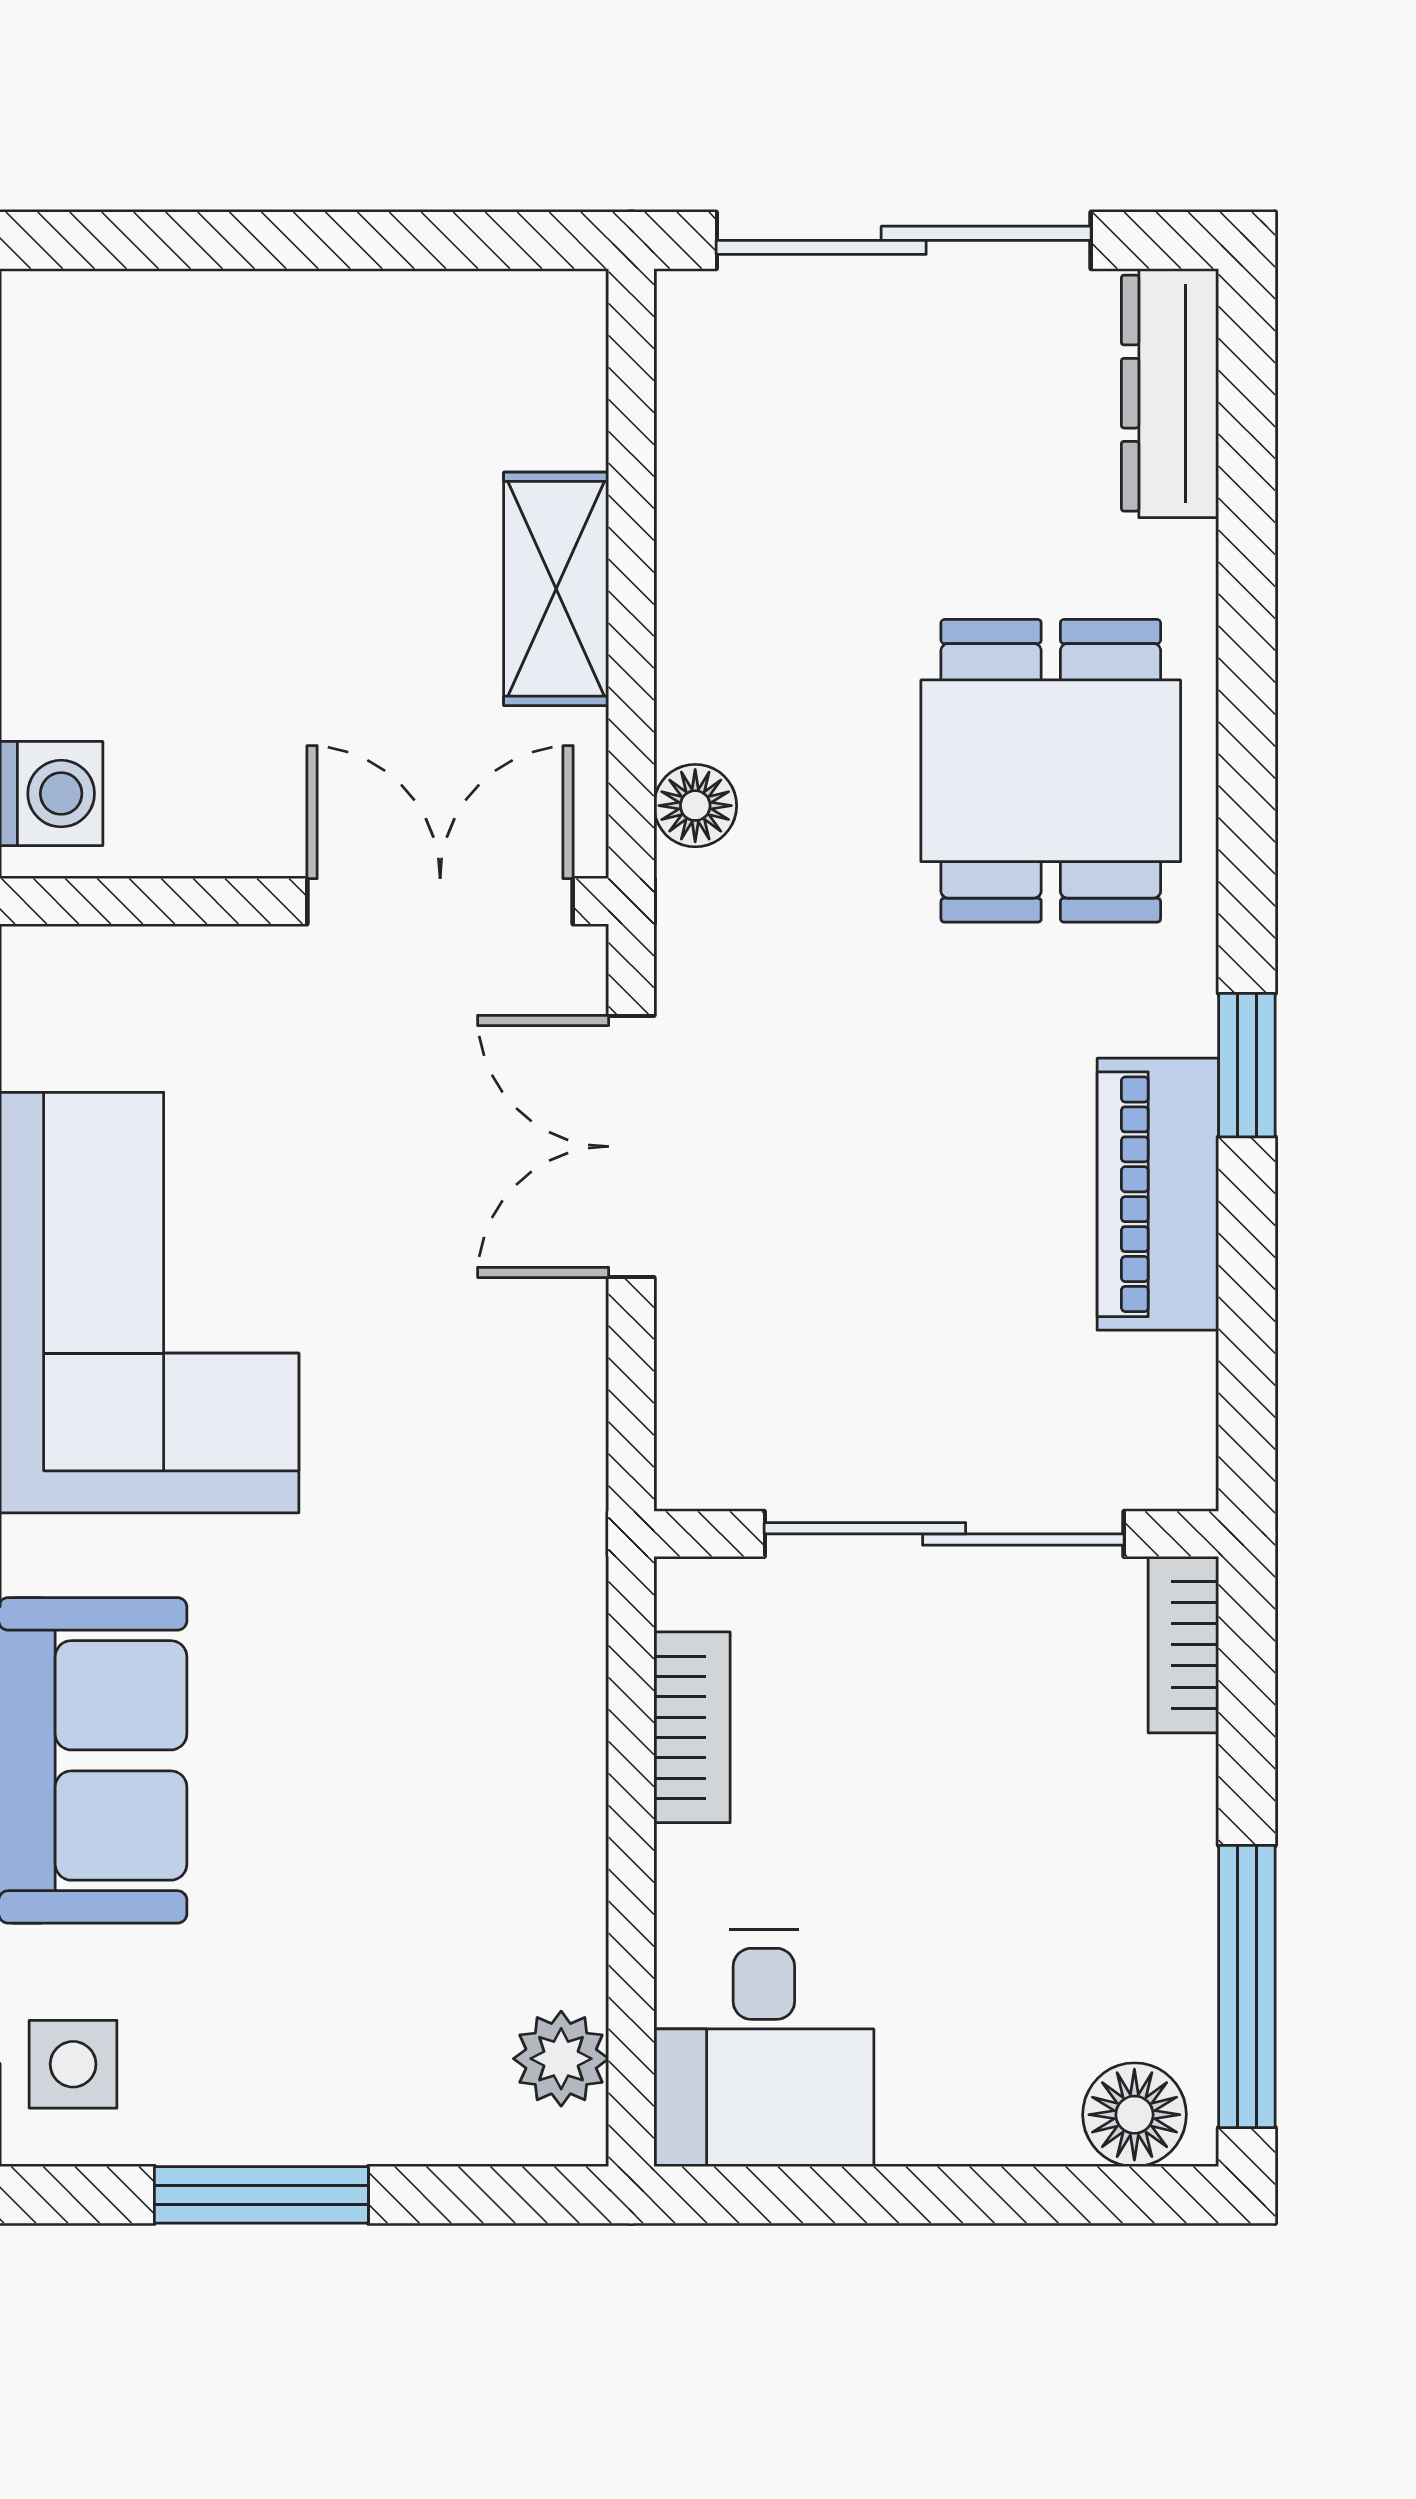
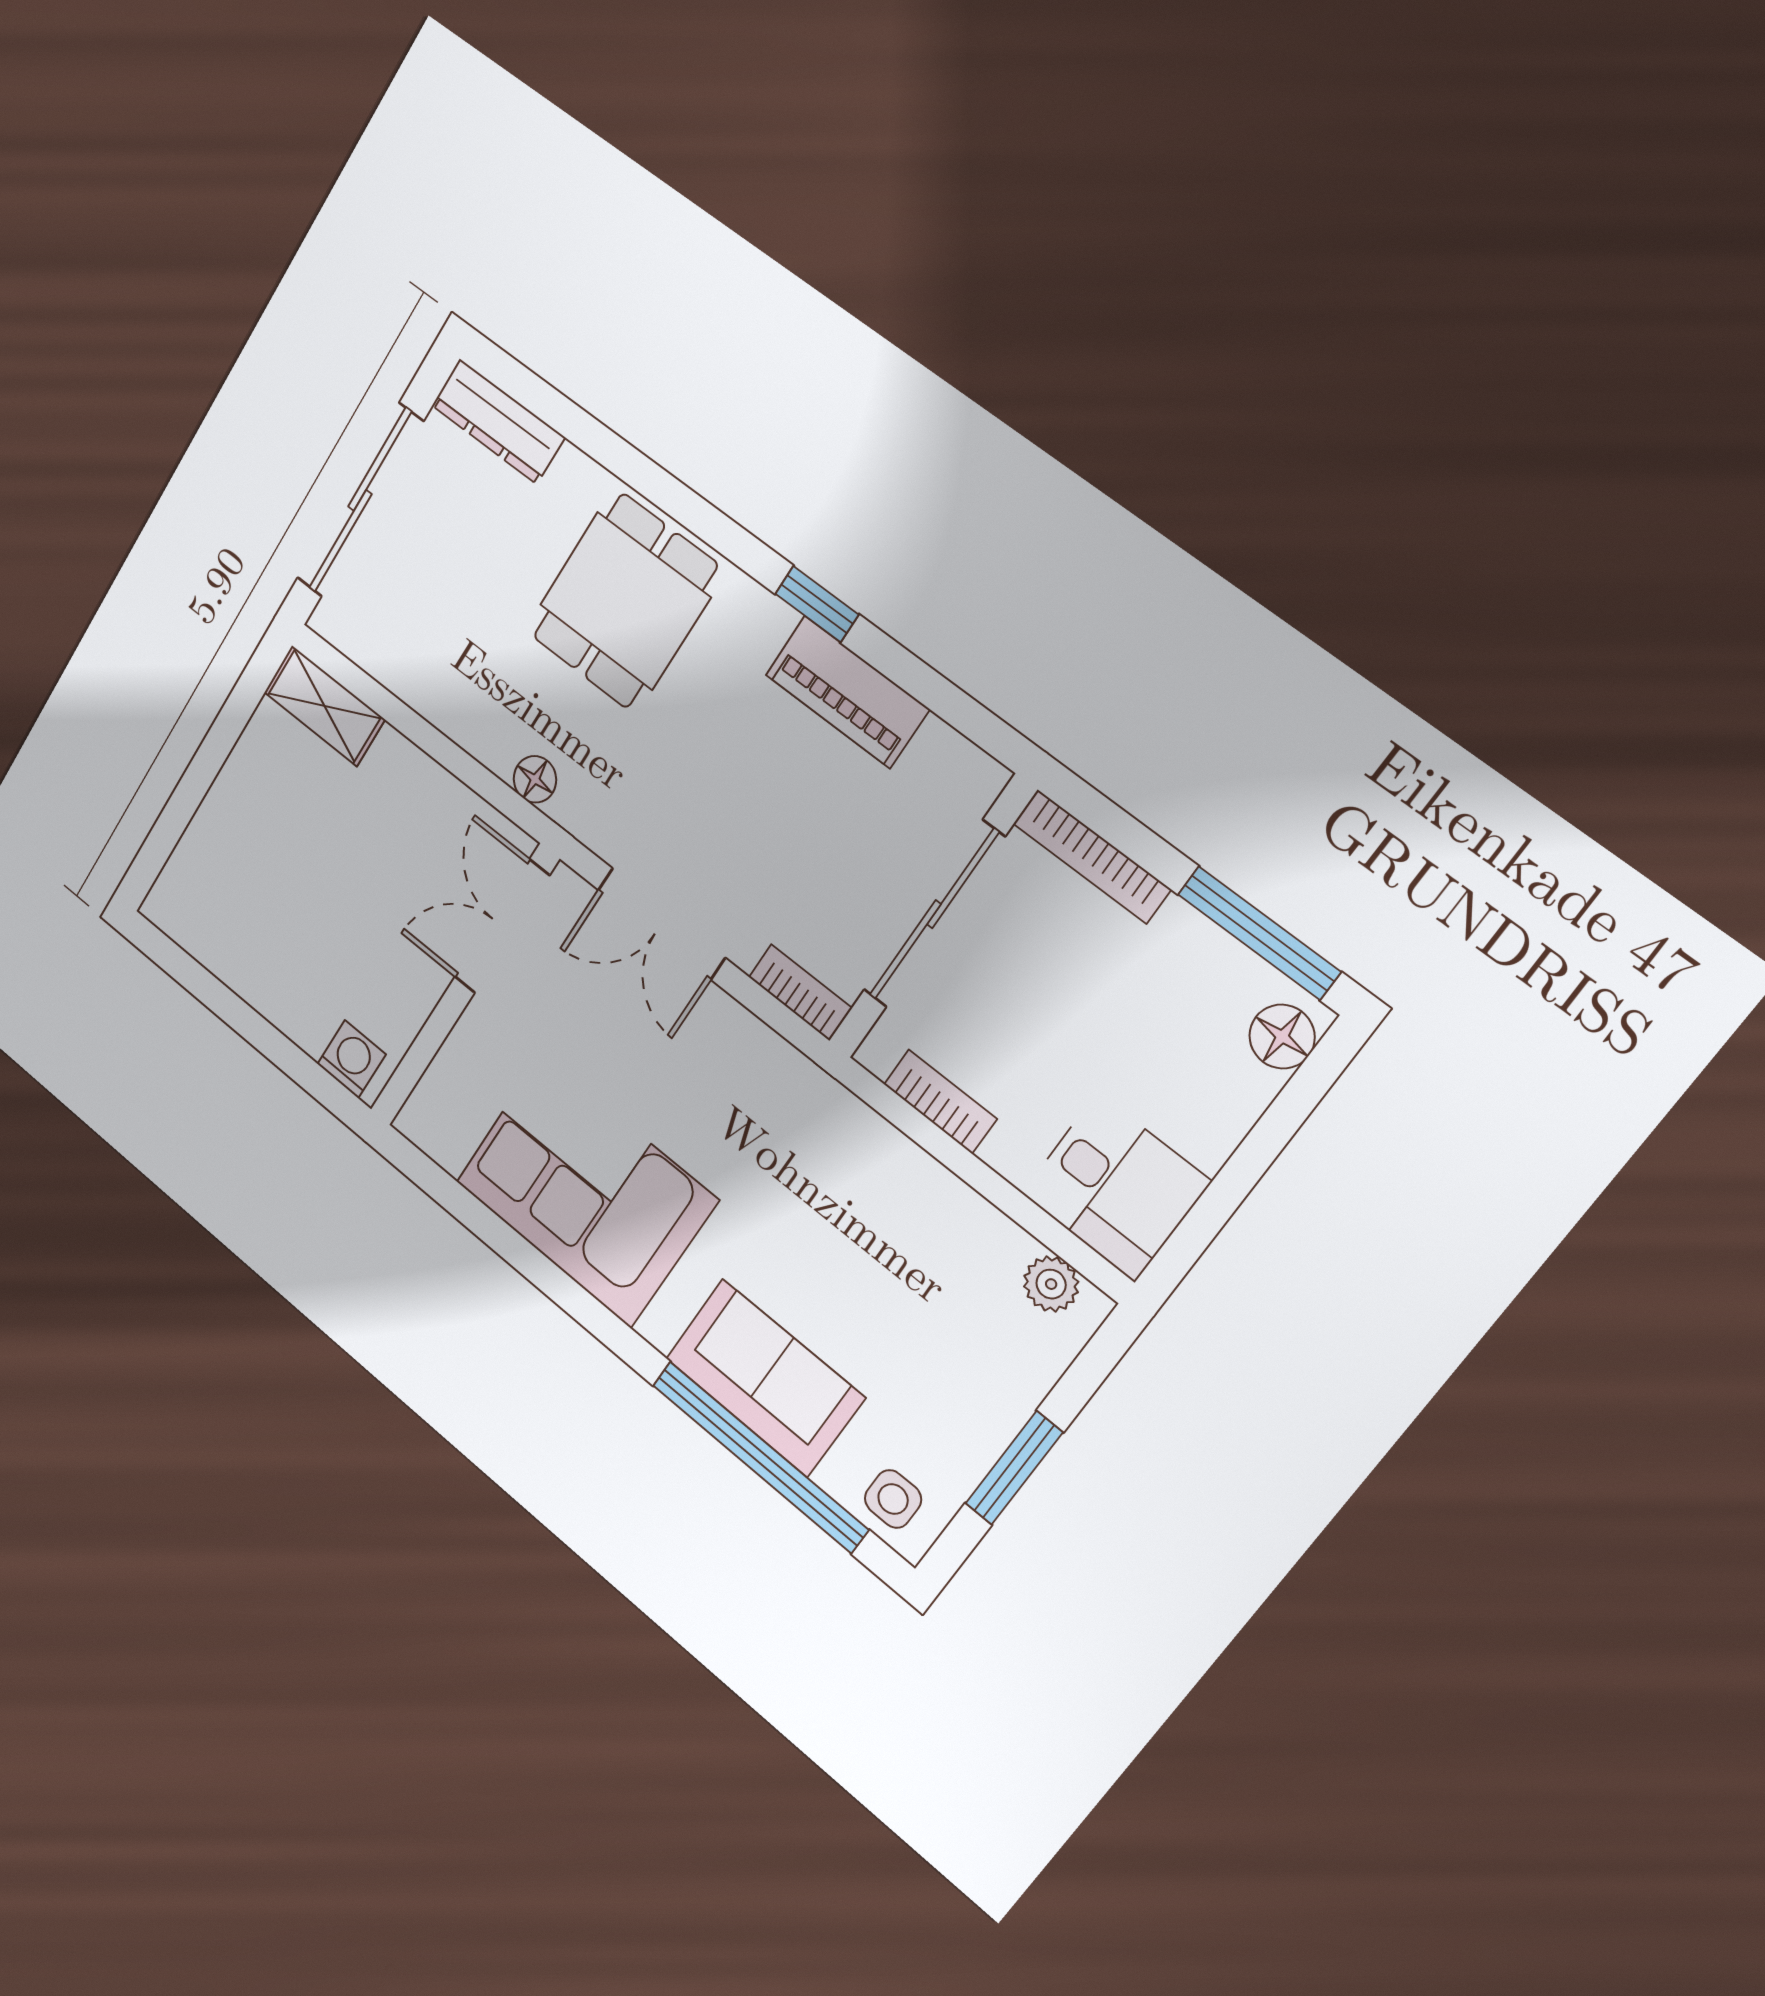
shelving: (556, 589) -> (324, 706), moved
dining table: (1051, 771) -> (625, 601), turned 90
bookcase: (690, 1421) -> (800, 993), added
bookcase: (1183, 1645) -> (1092, 856), width x1.56

